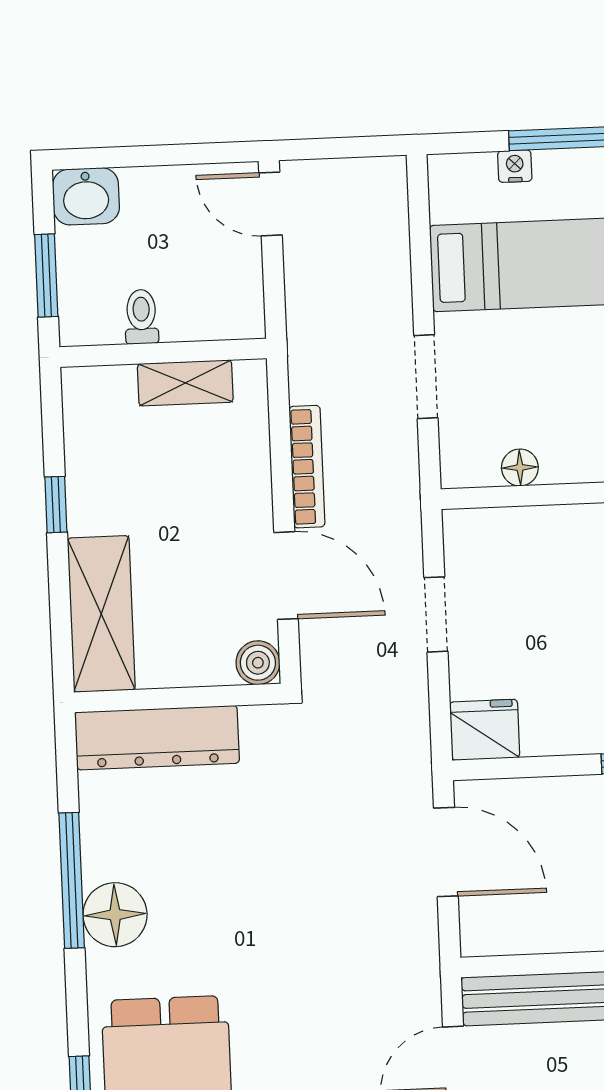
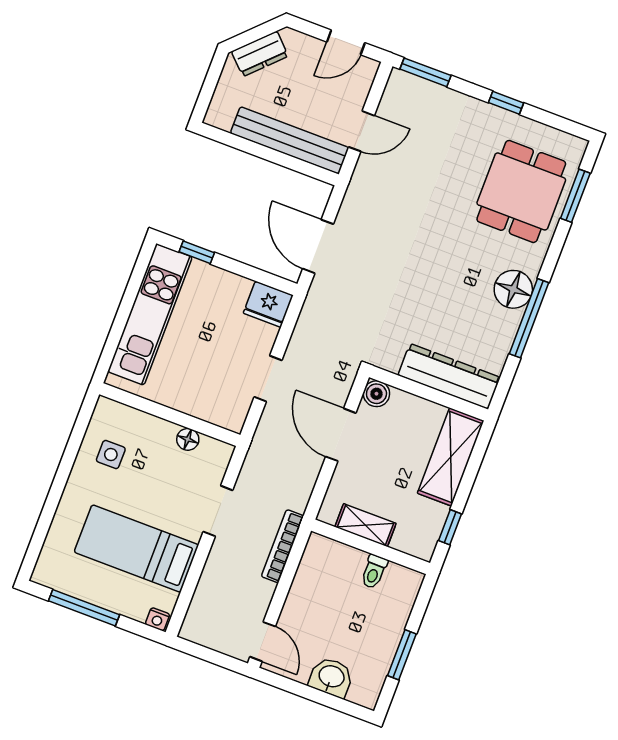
nightstand: (515, 166) -> (157, 619), moved
washbasin: (86, 196) -> (331, 677), moved
toilet: (141, 317) -> (374, 572), moved
wall: (163, 353) -> (371, 547), moved
shelving: (185, 383) -> (365, 525), moved
bookcase: (307, 467) -> (283, 546), moved

